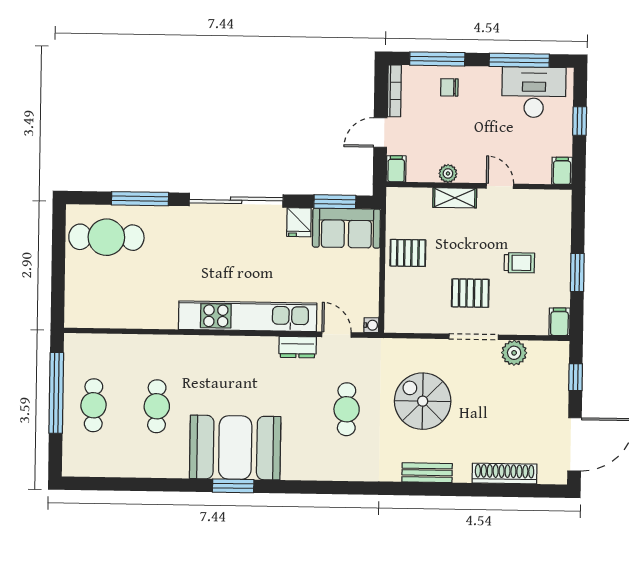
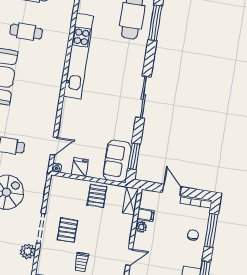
filing cabinet: (396, 169) -> (146, 215), moved
shelving: (455, 198) -> (131, 201), moved
window: (140, 199) -> (155, 23), moved
sliding door: (236, 200) -> (143, 97), width x0.73
fridge: (299, 222) -> (80, 167), moved, turned 90
kitchen unit: (248, 316) -> (79, 56), moved
dresser: (298, 347) -> (50, 121), removed

